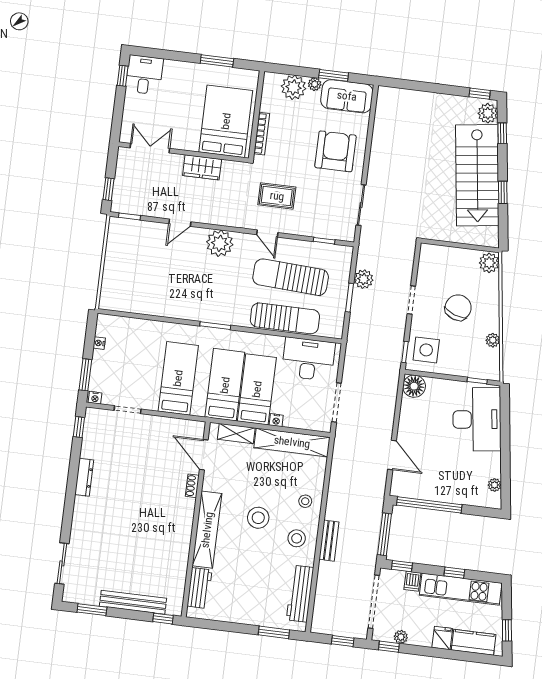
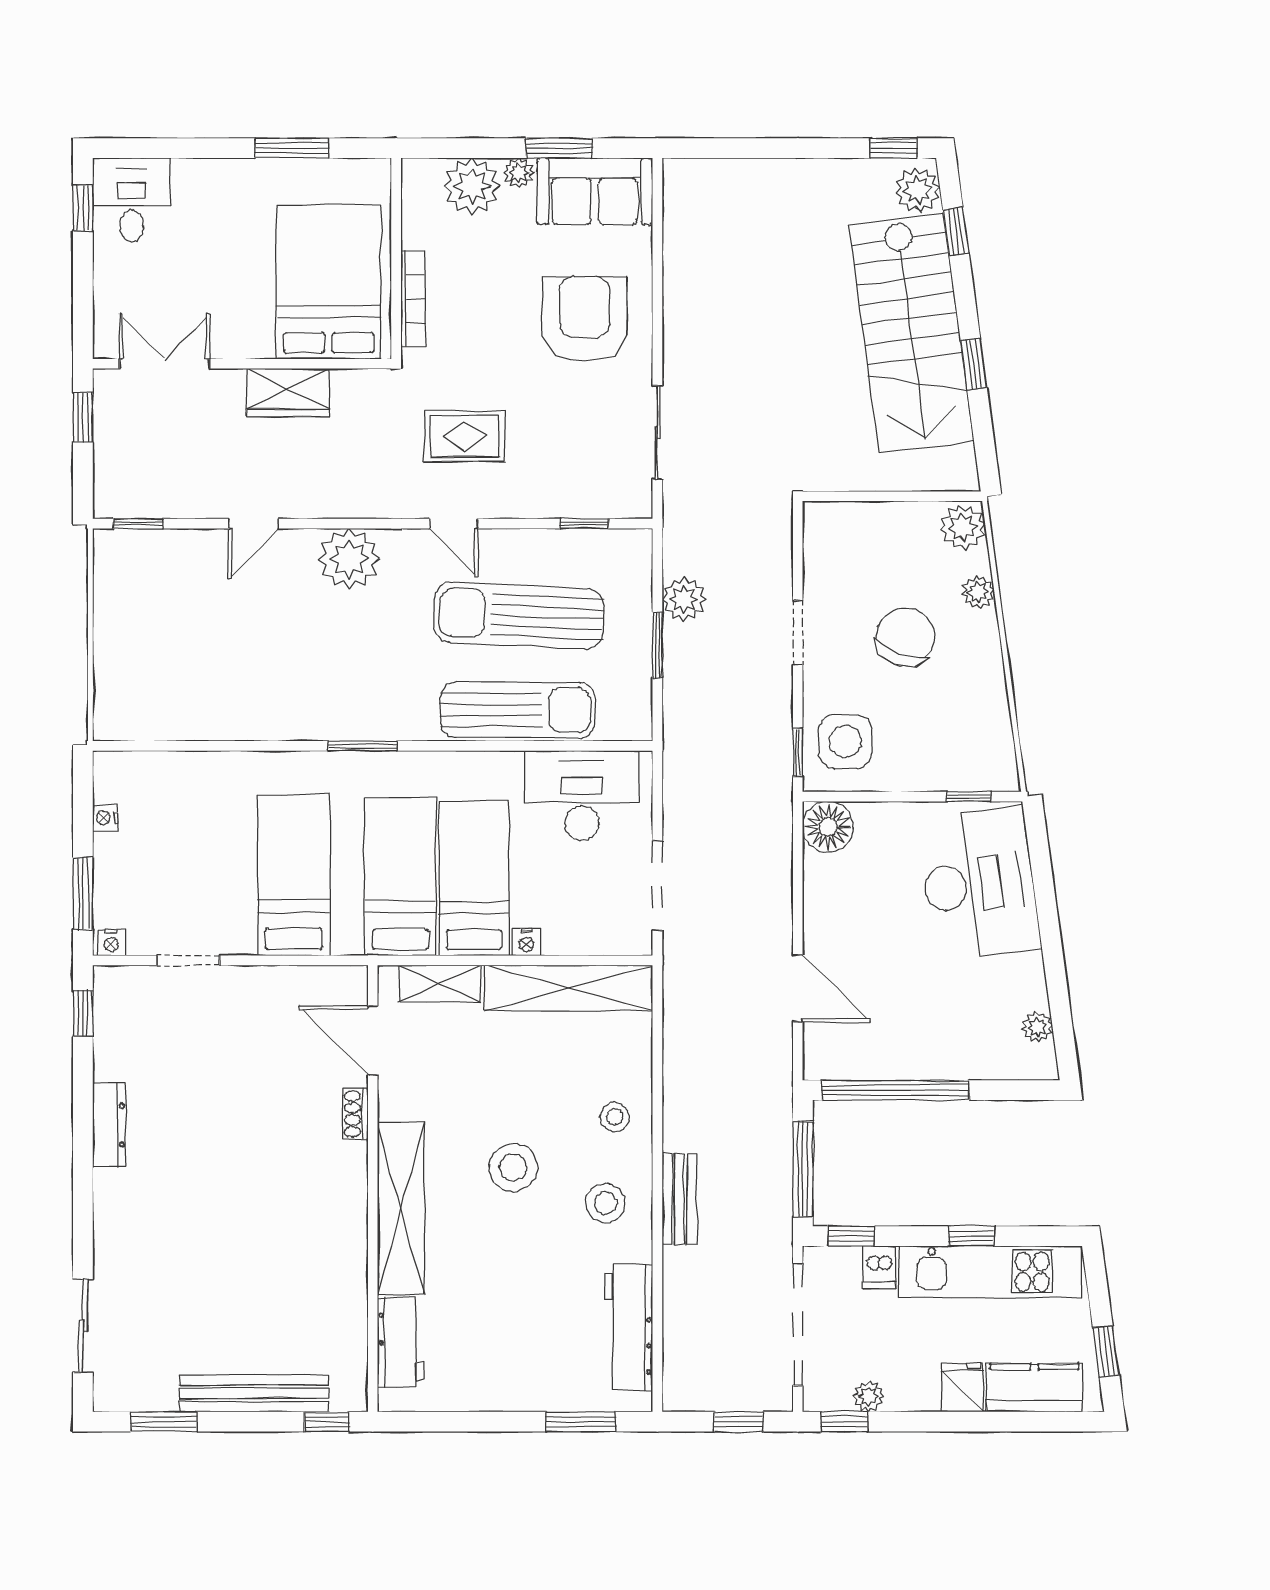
window: (108, 189) -> (83, 417), moved
plant: (493, 340) -> (978, 592), moved

